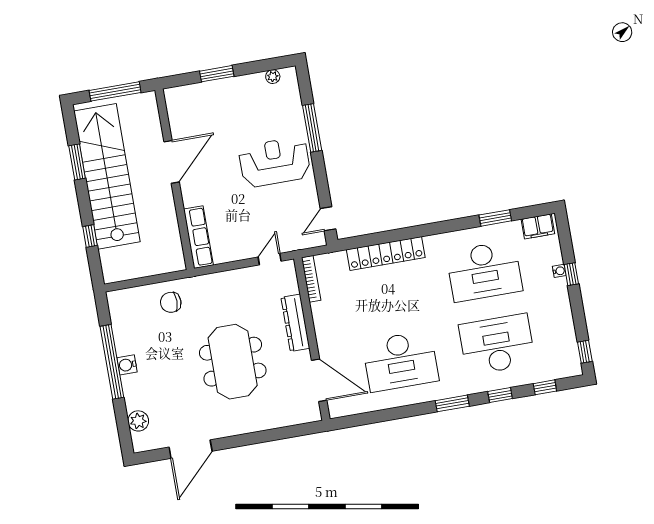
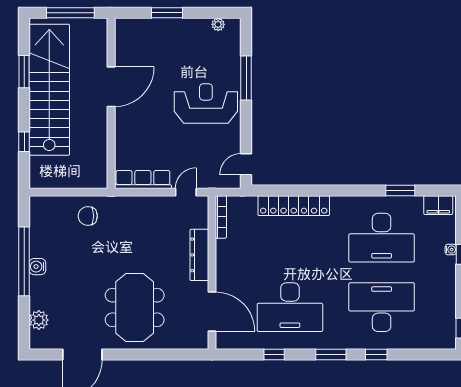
row of seats: (198, 237) -> (143, 180), moved, turned -90
meeting table: (233, 362) -> (135, 307), moved
window: (545, 387) -> (274, 354), moved

